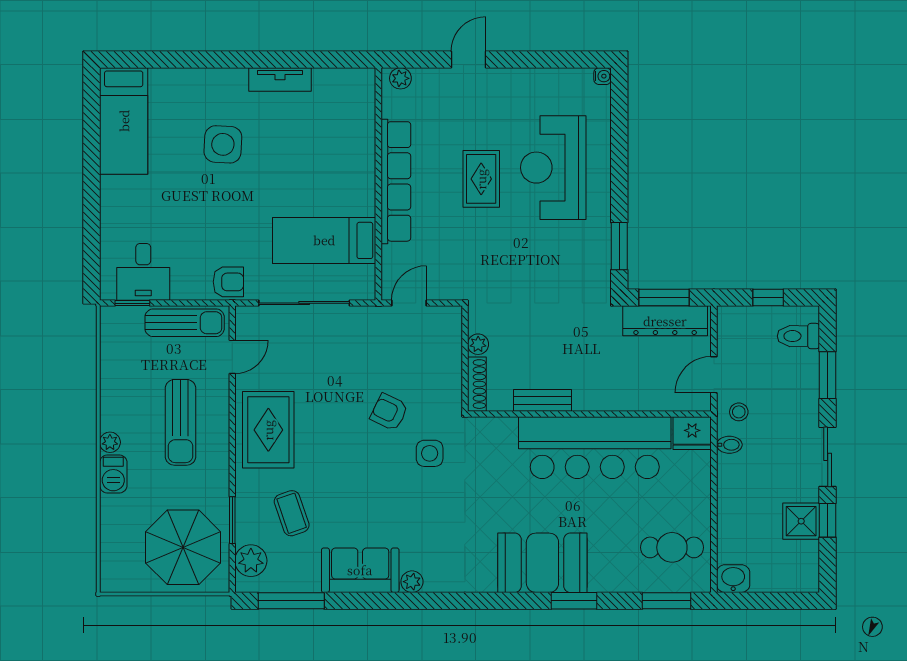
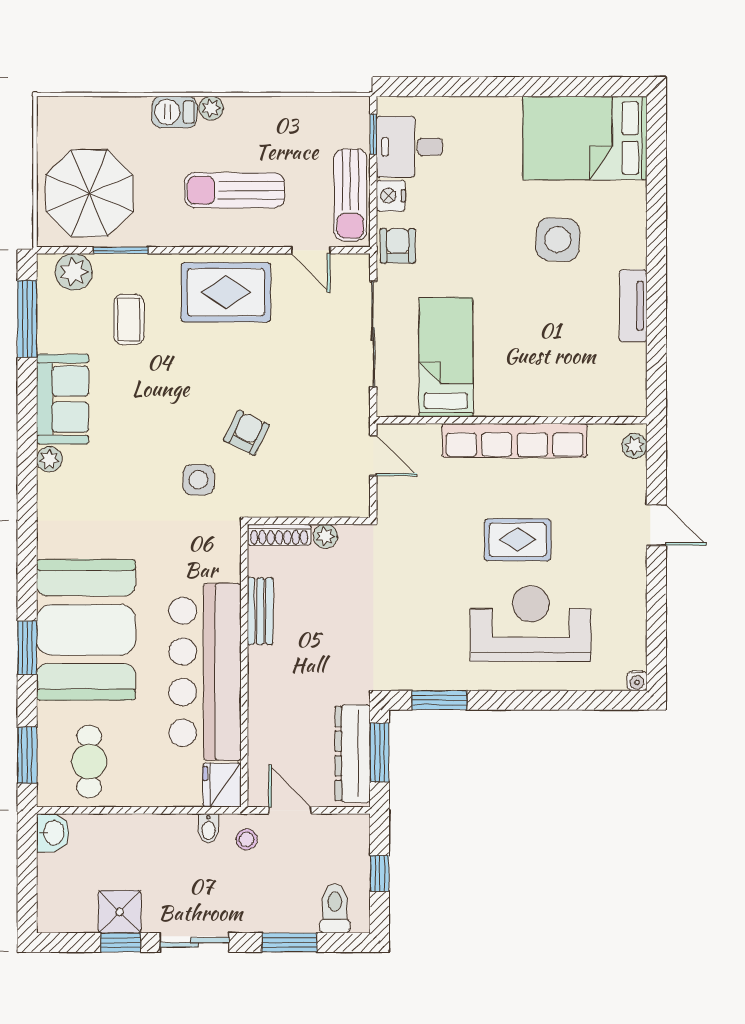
bed: (124, 121) -> (585, 138), width x1.50
armchair: (228, 282) -> (398, 246), turned 180
nightstand: (185, 288) -> (391, 196), added
coffee table: (292, 513) -> (129, 319), turned -71
booth: (542, 563) -> (86, 630), width x1.36, depth x1.42

